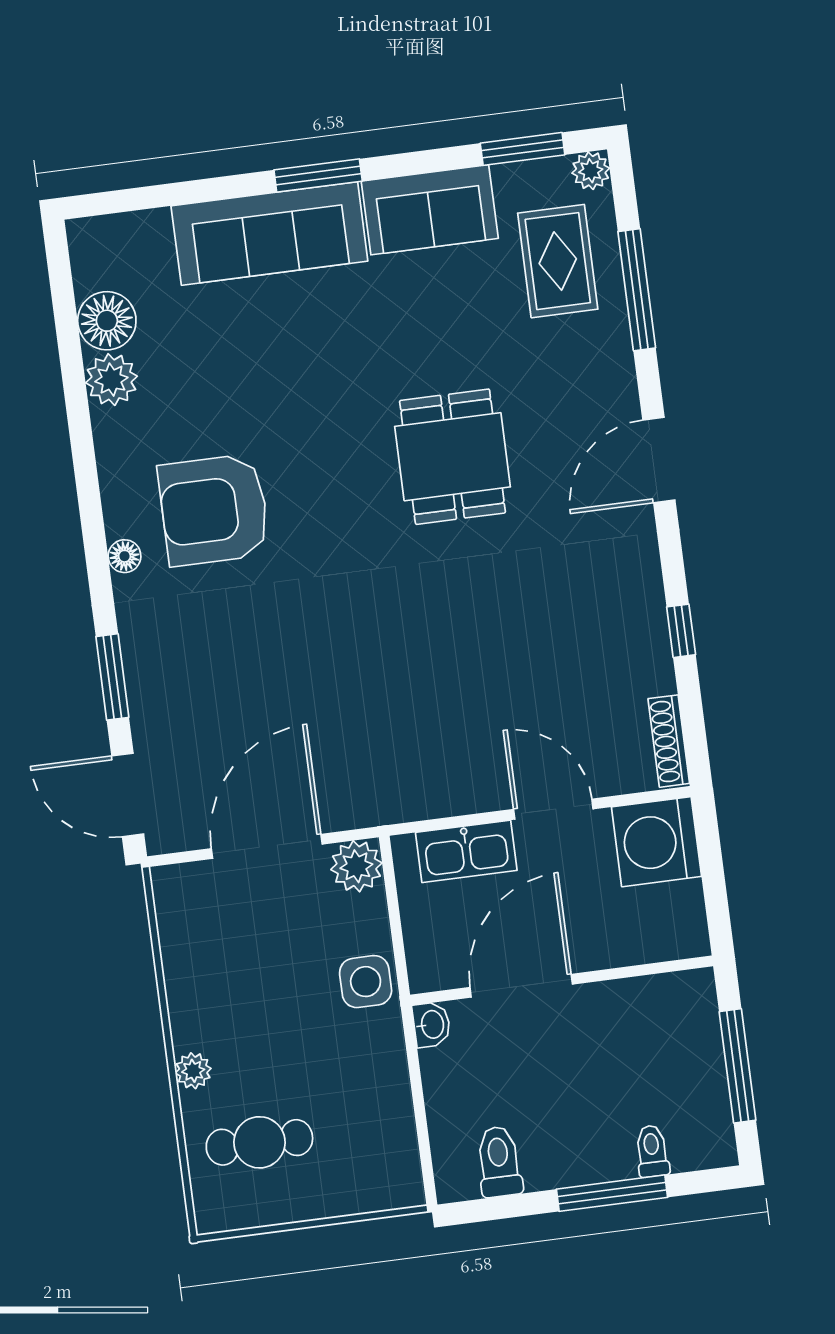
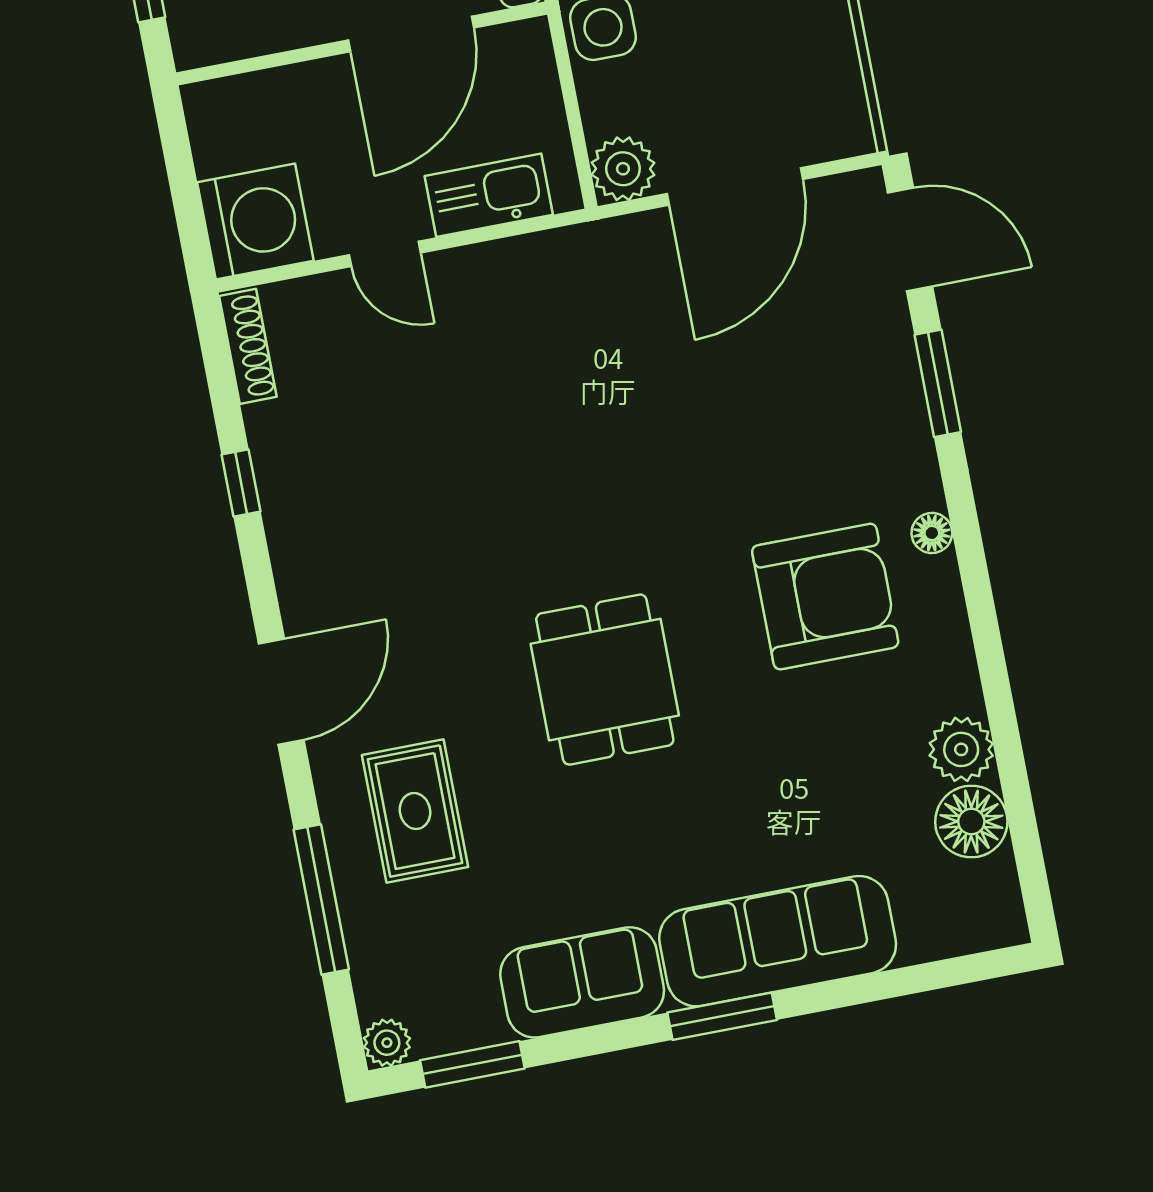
rug: (558, 261) -> (415, 811), moved
dining table: (452, 457) -> (605, 680), moved
door: (553, 809) -> (385, 254), width x0.73

